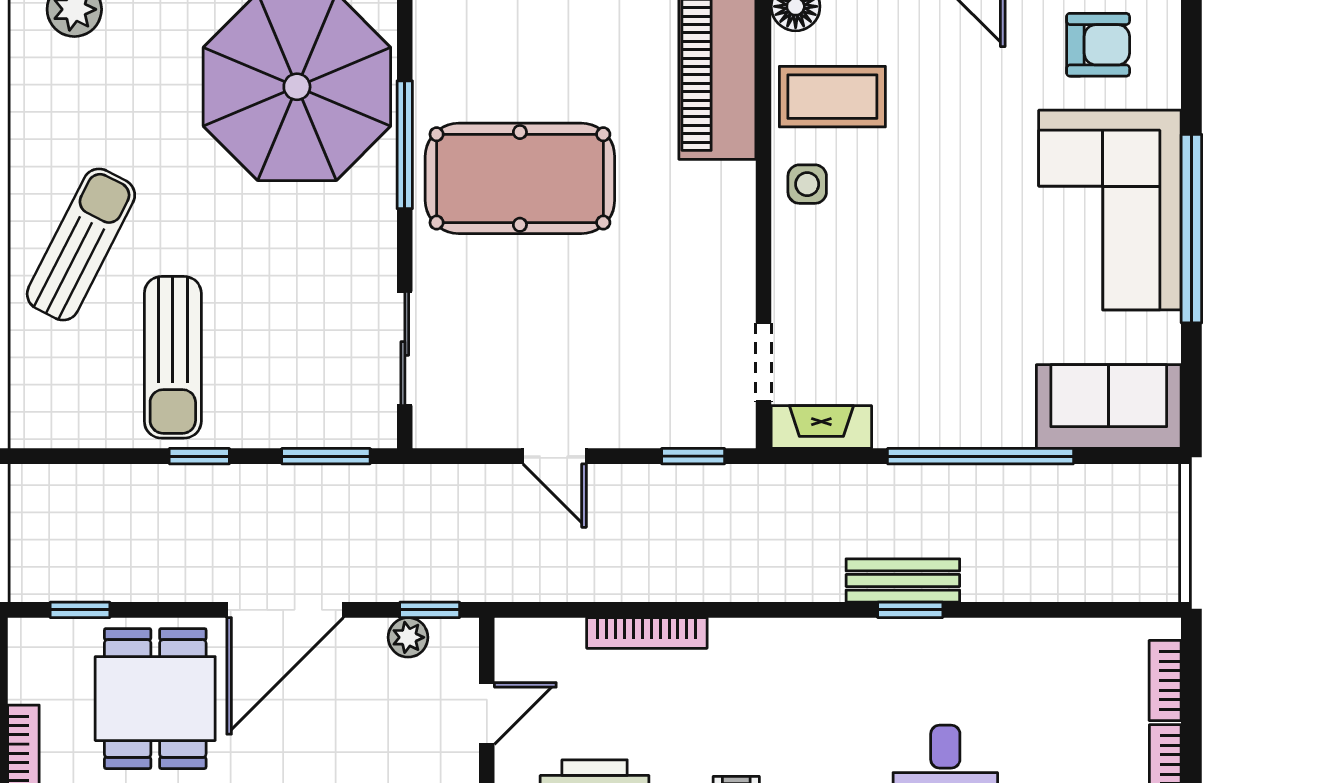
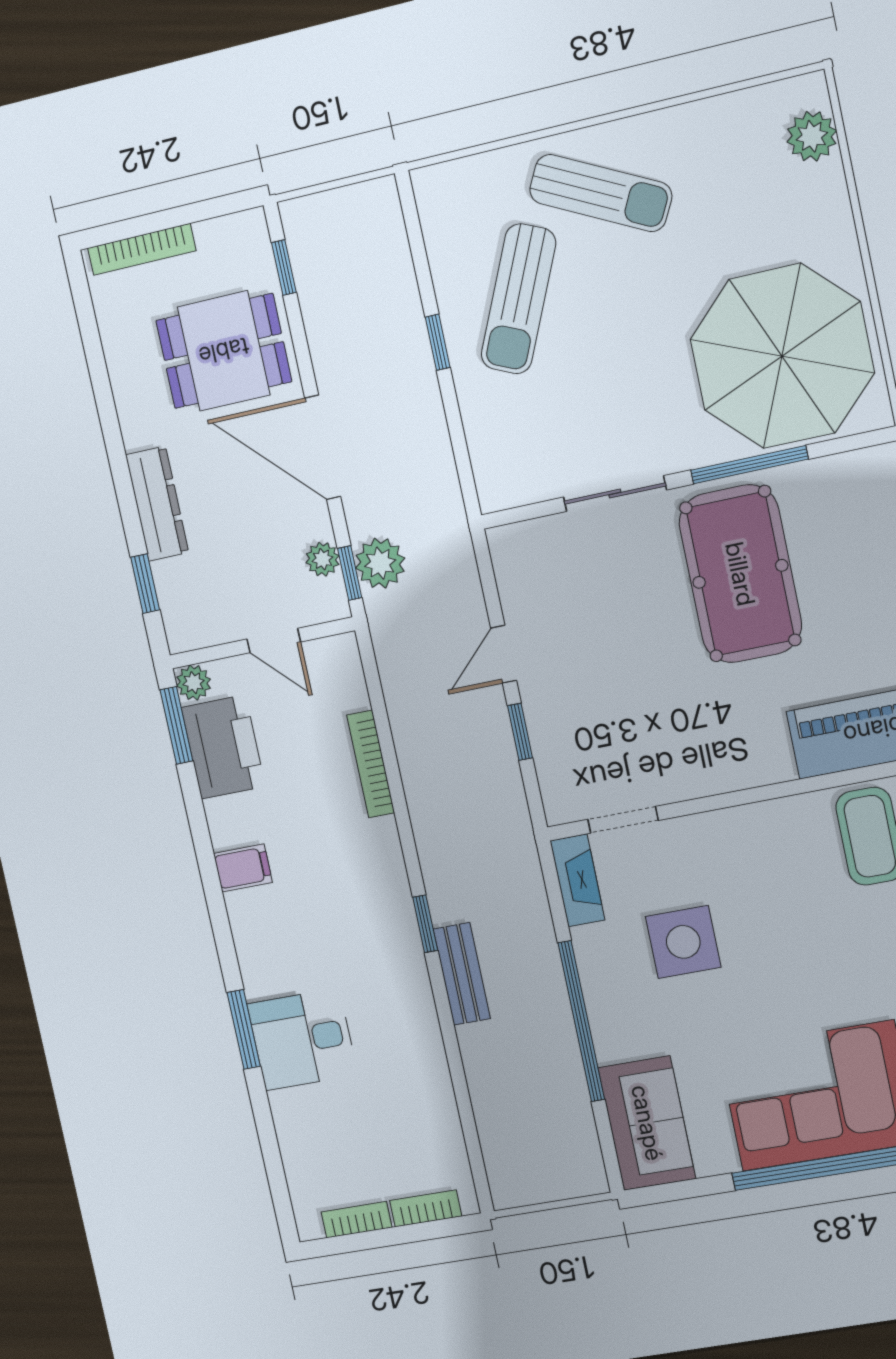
side table: (807, 184) -> (683, 942), moved, width x1.87, depth x1.87
sliding door: (405, 348) -> (615, 494), moved
sun lounger: (173, 357) -> (518, 299), turned -66
window: (326, 456) -> (461, 454), removed
window: (693, 456) -> (520, 732), moved
plant: (426, 573) -> (380, 563), added
window: (910, 610) -> (425, 924), moved

